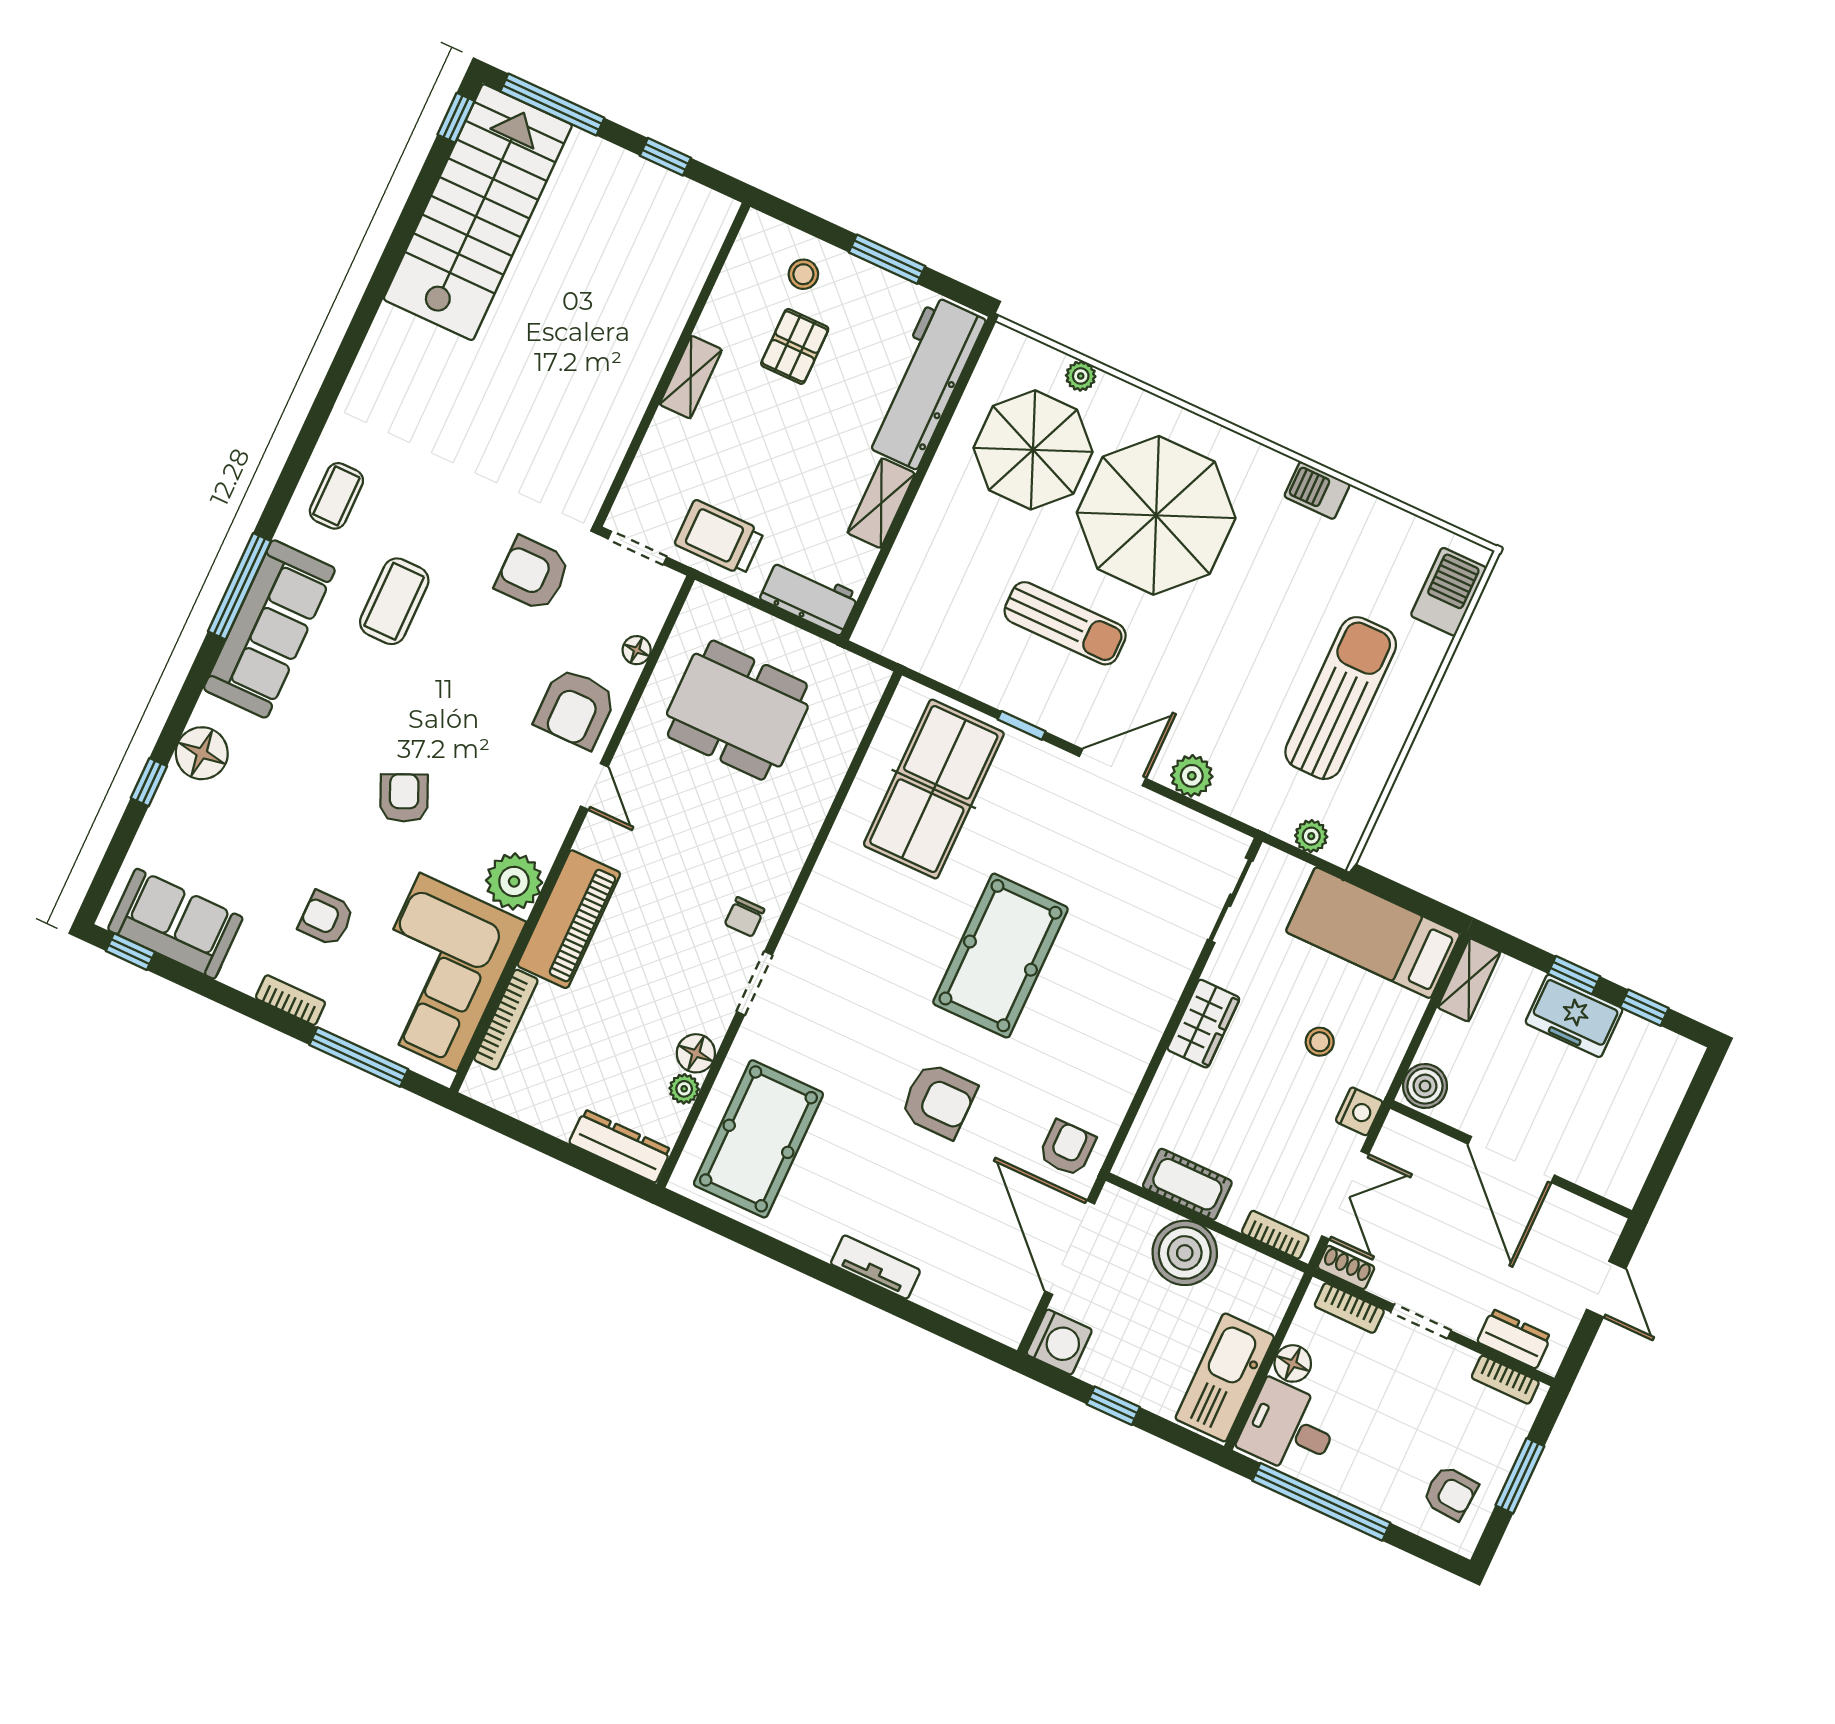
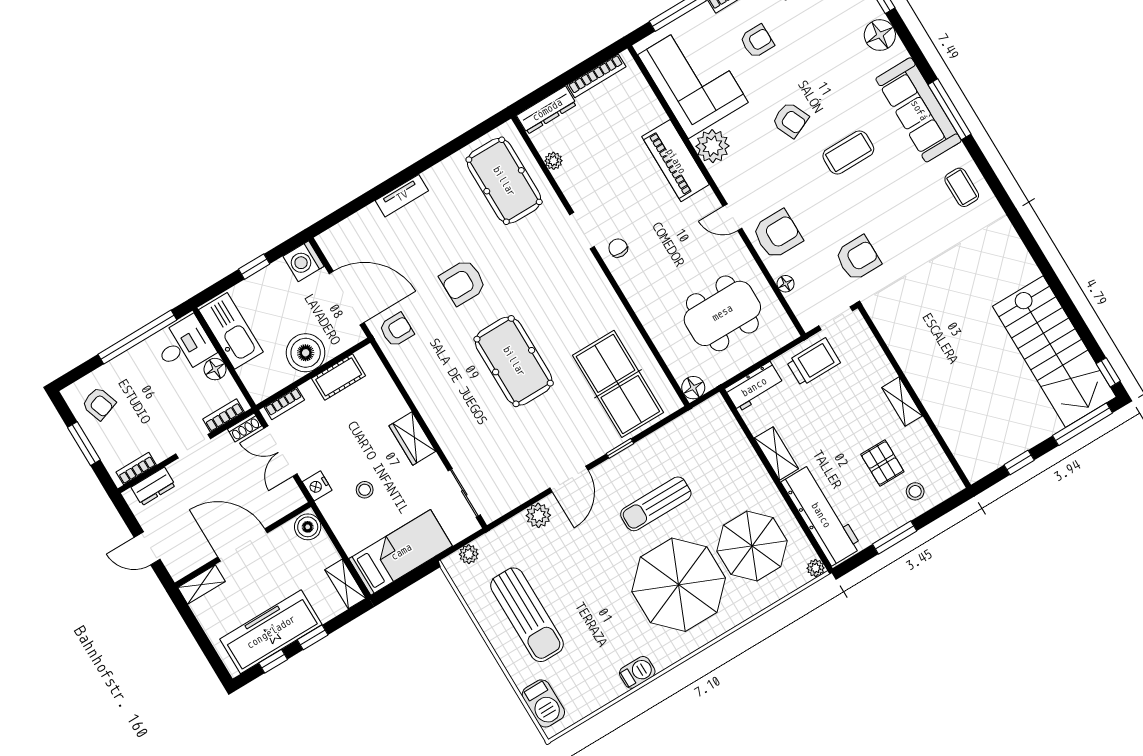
plant: (1081, 376) -> (816, 568), moved
coffee table: (394, 601) -> (848, 152), moved, turned 90
armchair: (576, 708) -> (777, 234), turned 90
freezer: (1574, 1016) -> (271, 632), width x1.91, depth x1.26
bookcase: (506, 1020) -> (596, 76), moved, turned -90
floor lamp: (696, 1053) -> (693, 388), moved
armchair: (1067, 1148) -> (396, 330), turned -90
shelving: (1605, 1180) -> (201, 585), added
armchair: (1450, 1493) -> (99, 404), turned -113

